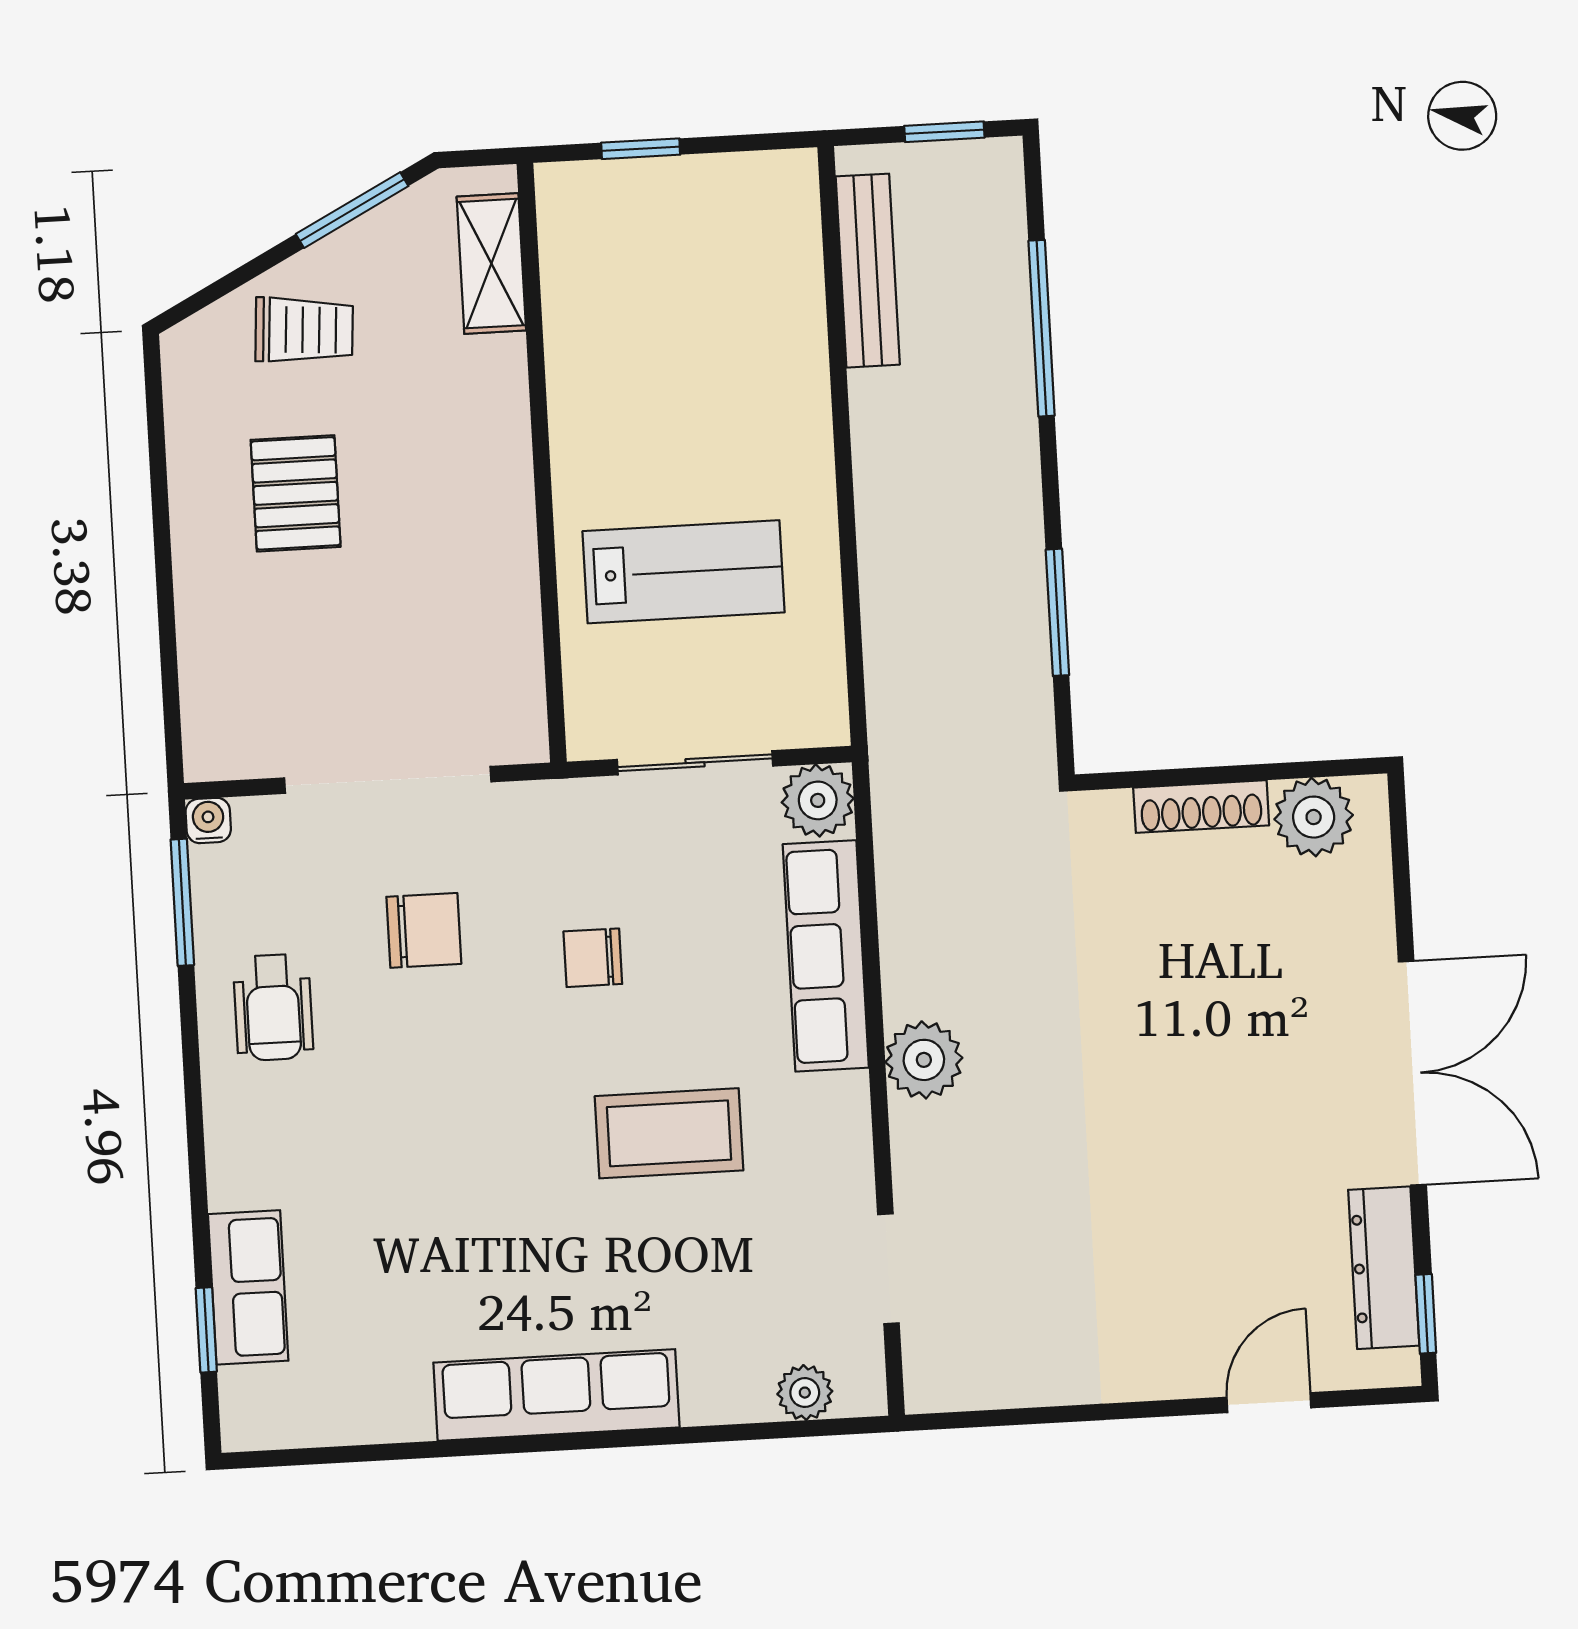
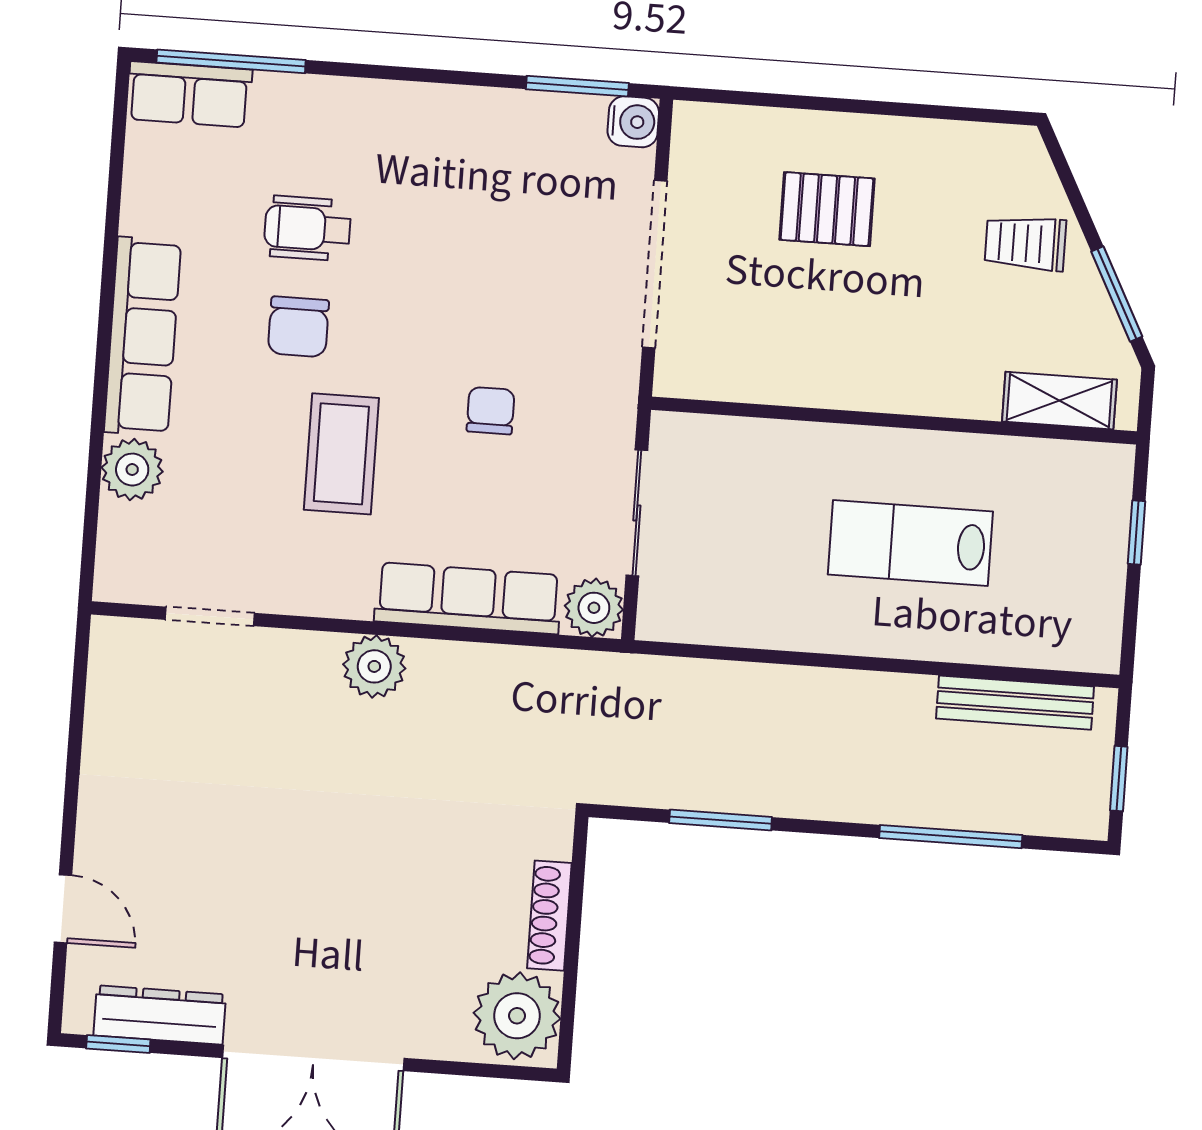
trolley: (304, 330) -> (1025, 243), turned 86
pallet: (296, 493) -> (827, 209), moved
lab bench: (684, 572) -> (910, 543), moved, turned 90
plant: (1314, 817) -> (517, 1016), width x1.36, depth x1.36
water cooler: (208, 820) -> (633, 122), width x1.38, depth x1.38
chair: (424, 930) -> (298, 327), moved
wheelchair: (273, 1007) -> (308, 228), moved
row of seats: (248, 1287) -> (189, 94), moved
window: (206, 1330) -> (231, 61), width x2.17
plant: (805, 1393) -> (132, 470), moved, width x1.38, depth x1.38

